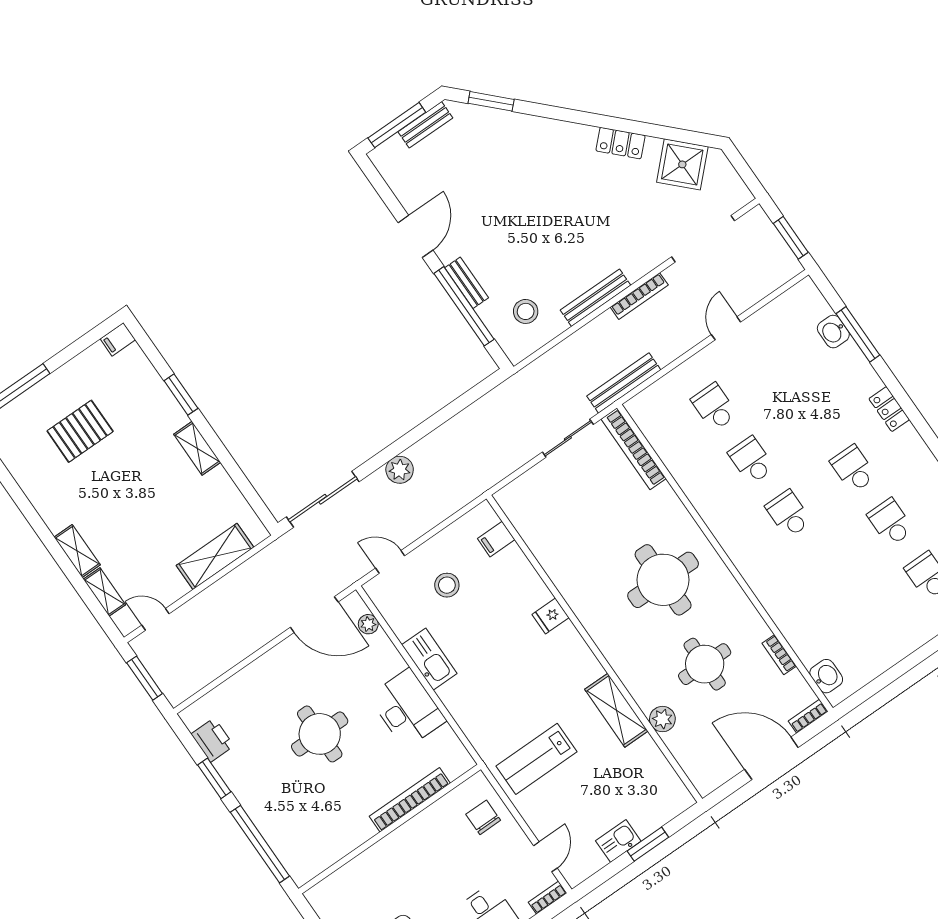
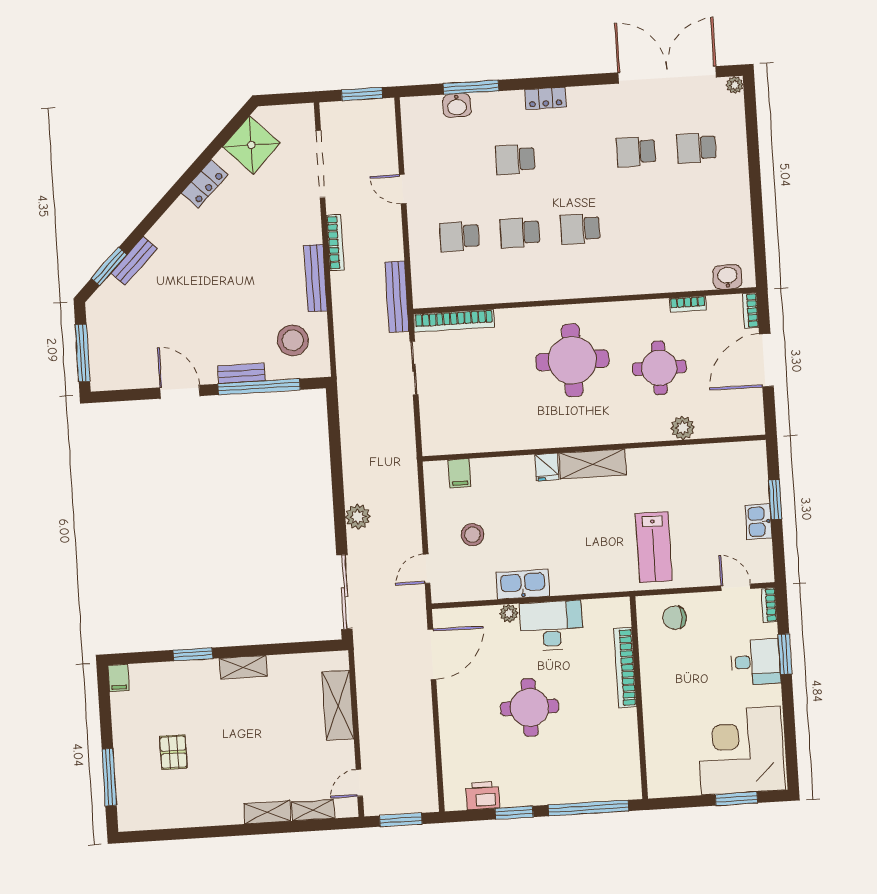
bench: (425, 125) -> (134, 261), moved, turned 45
stool: (526, 311) -> (293, 340), width x1.38, depth x1.38
pallet: (80, 431) -> (173, 752), width x0.67, depth x0.71
school desk: (853, 469) -> (515, 159), moved
plant: (368, 624) -> (509, 613), moved
shelving: (616, 710) -> (593, 464), moved

